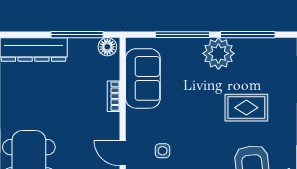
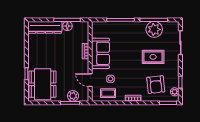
floor lamp: (107, 47) -> (67, 26), moved
plant: (218, 53) -> (154, 29), moved
sofa: (143, 78) -> (100, 53), moved

